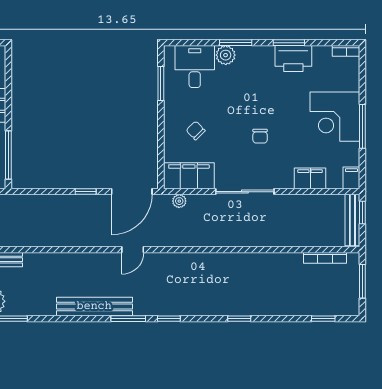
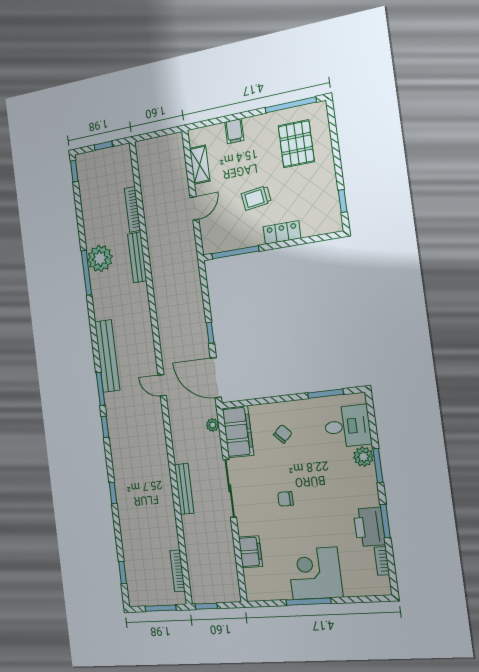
bookcase: (346, 51) -> (382, 561), moved
filing cabinet: (351, 178) -> (256, 593), removed
window: (362, 212) -> (206, 606), moved
bench: (352, 220) -> (184, 489), moved, turned 90

